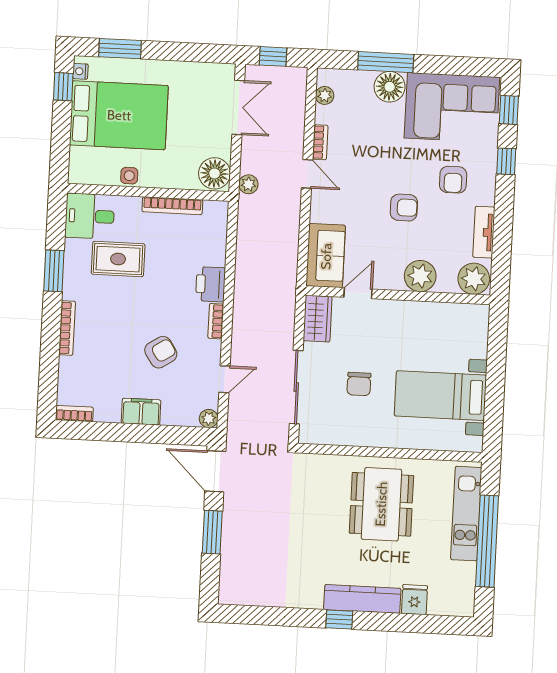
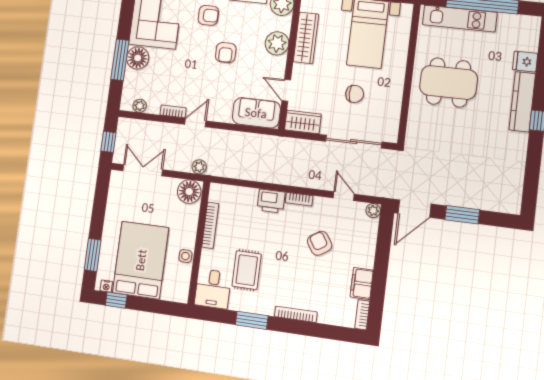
armchair: (404, 208) -> (226, 53), turned 180
wardrobe: (430, 314) -> (306, 38), added
filing cabinet: (141, 412) -> (362, 283), moved

